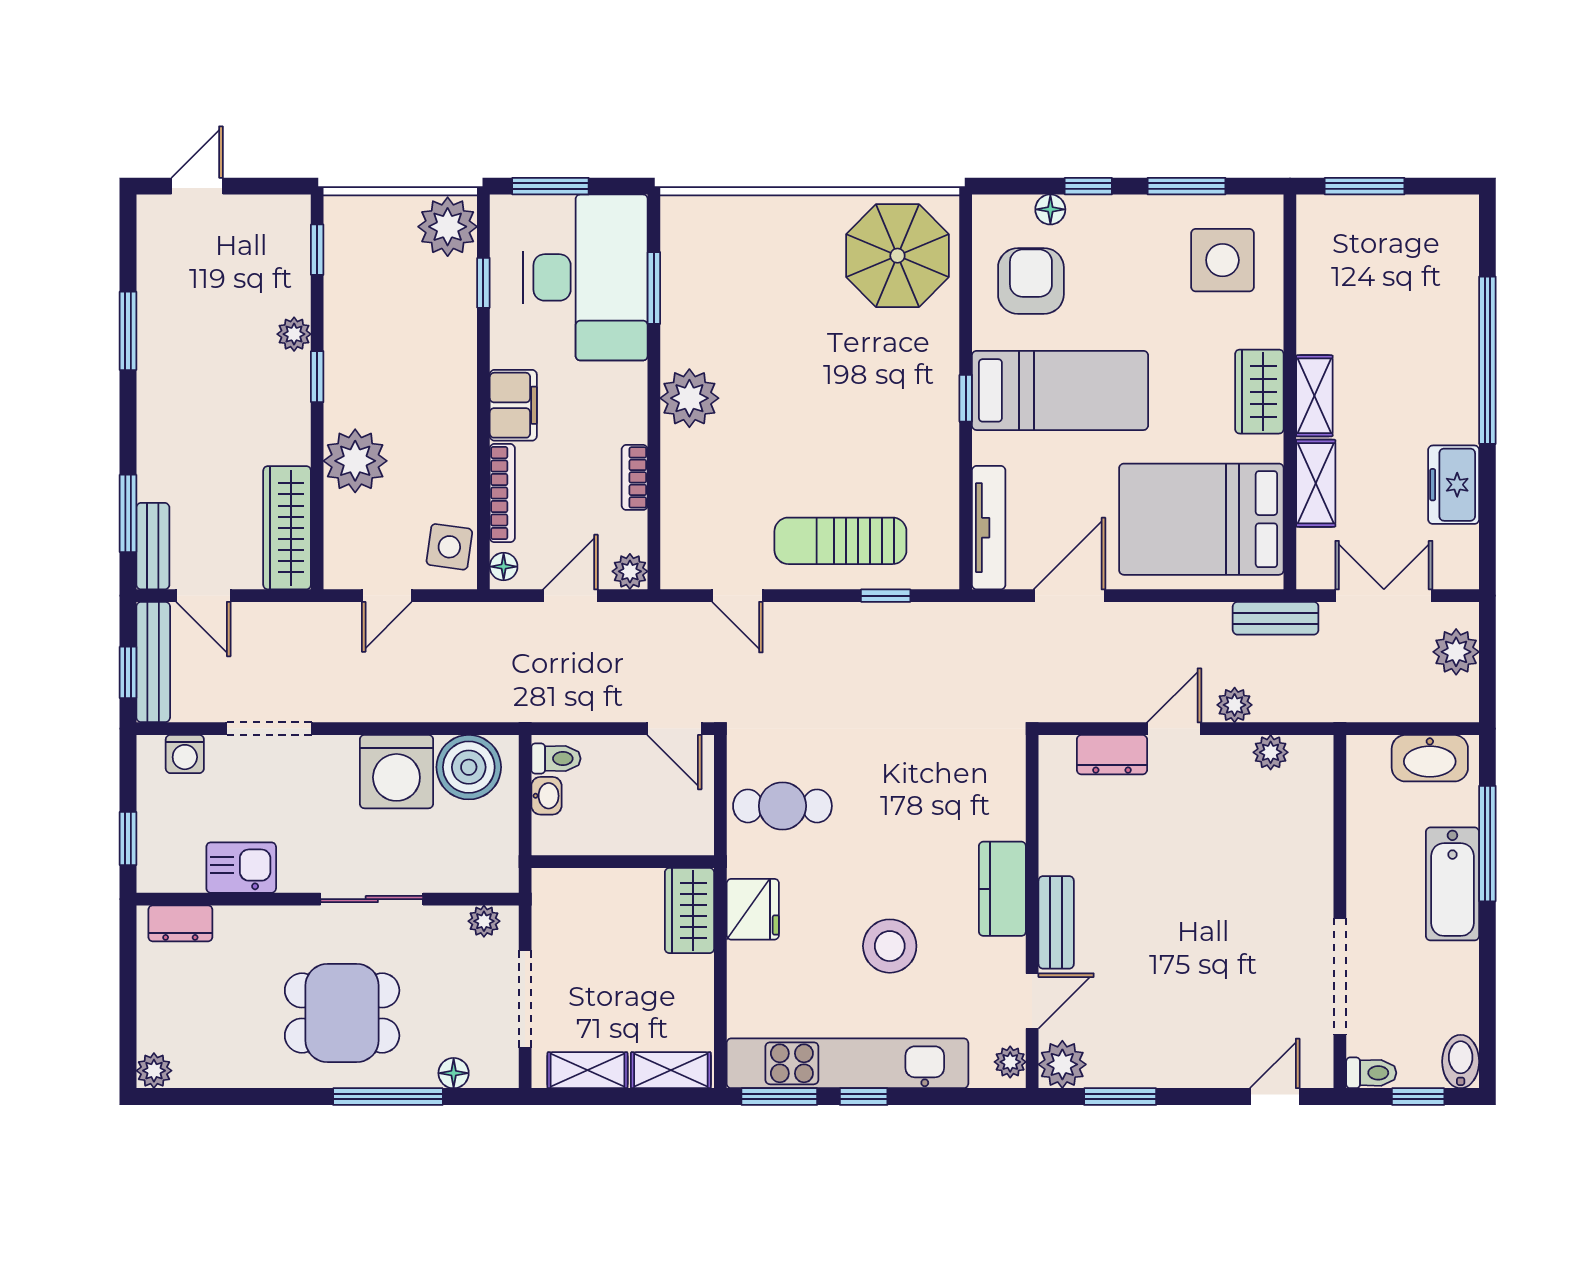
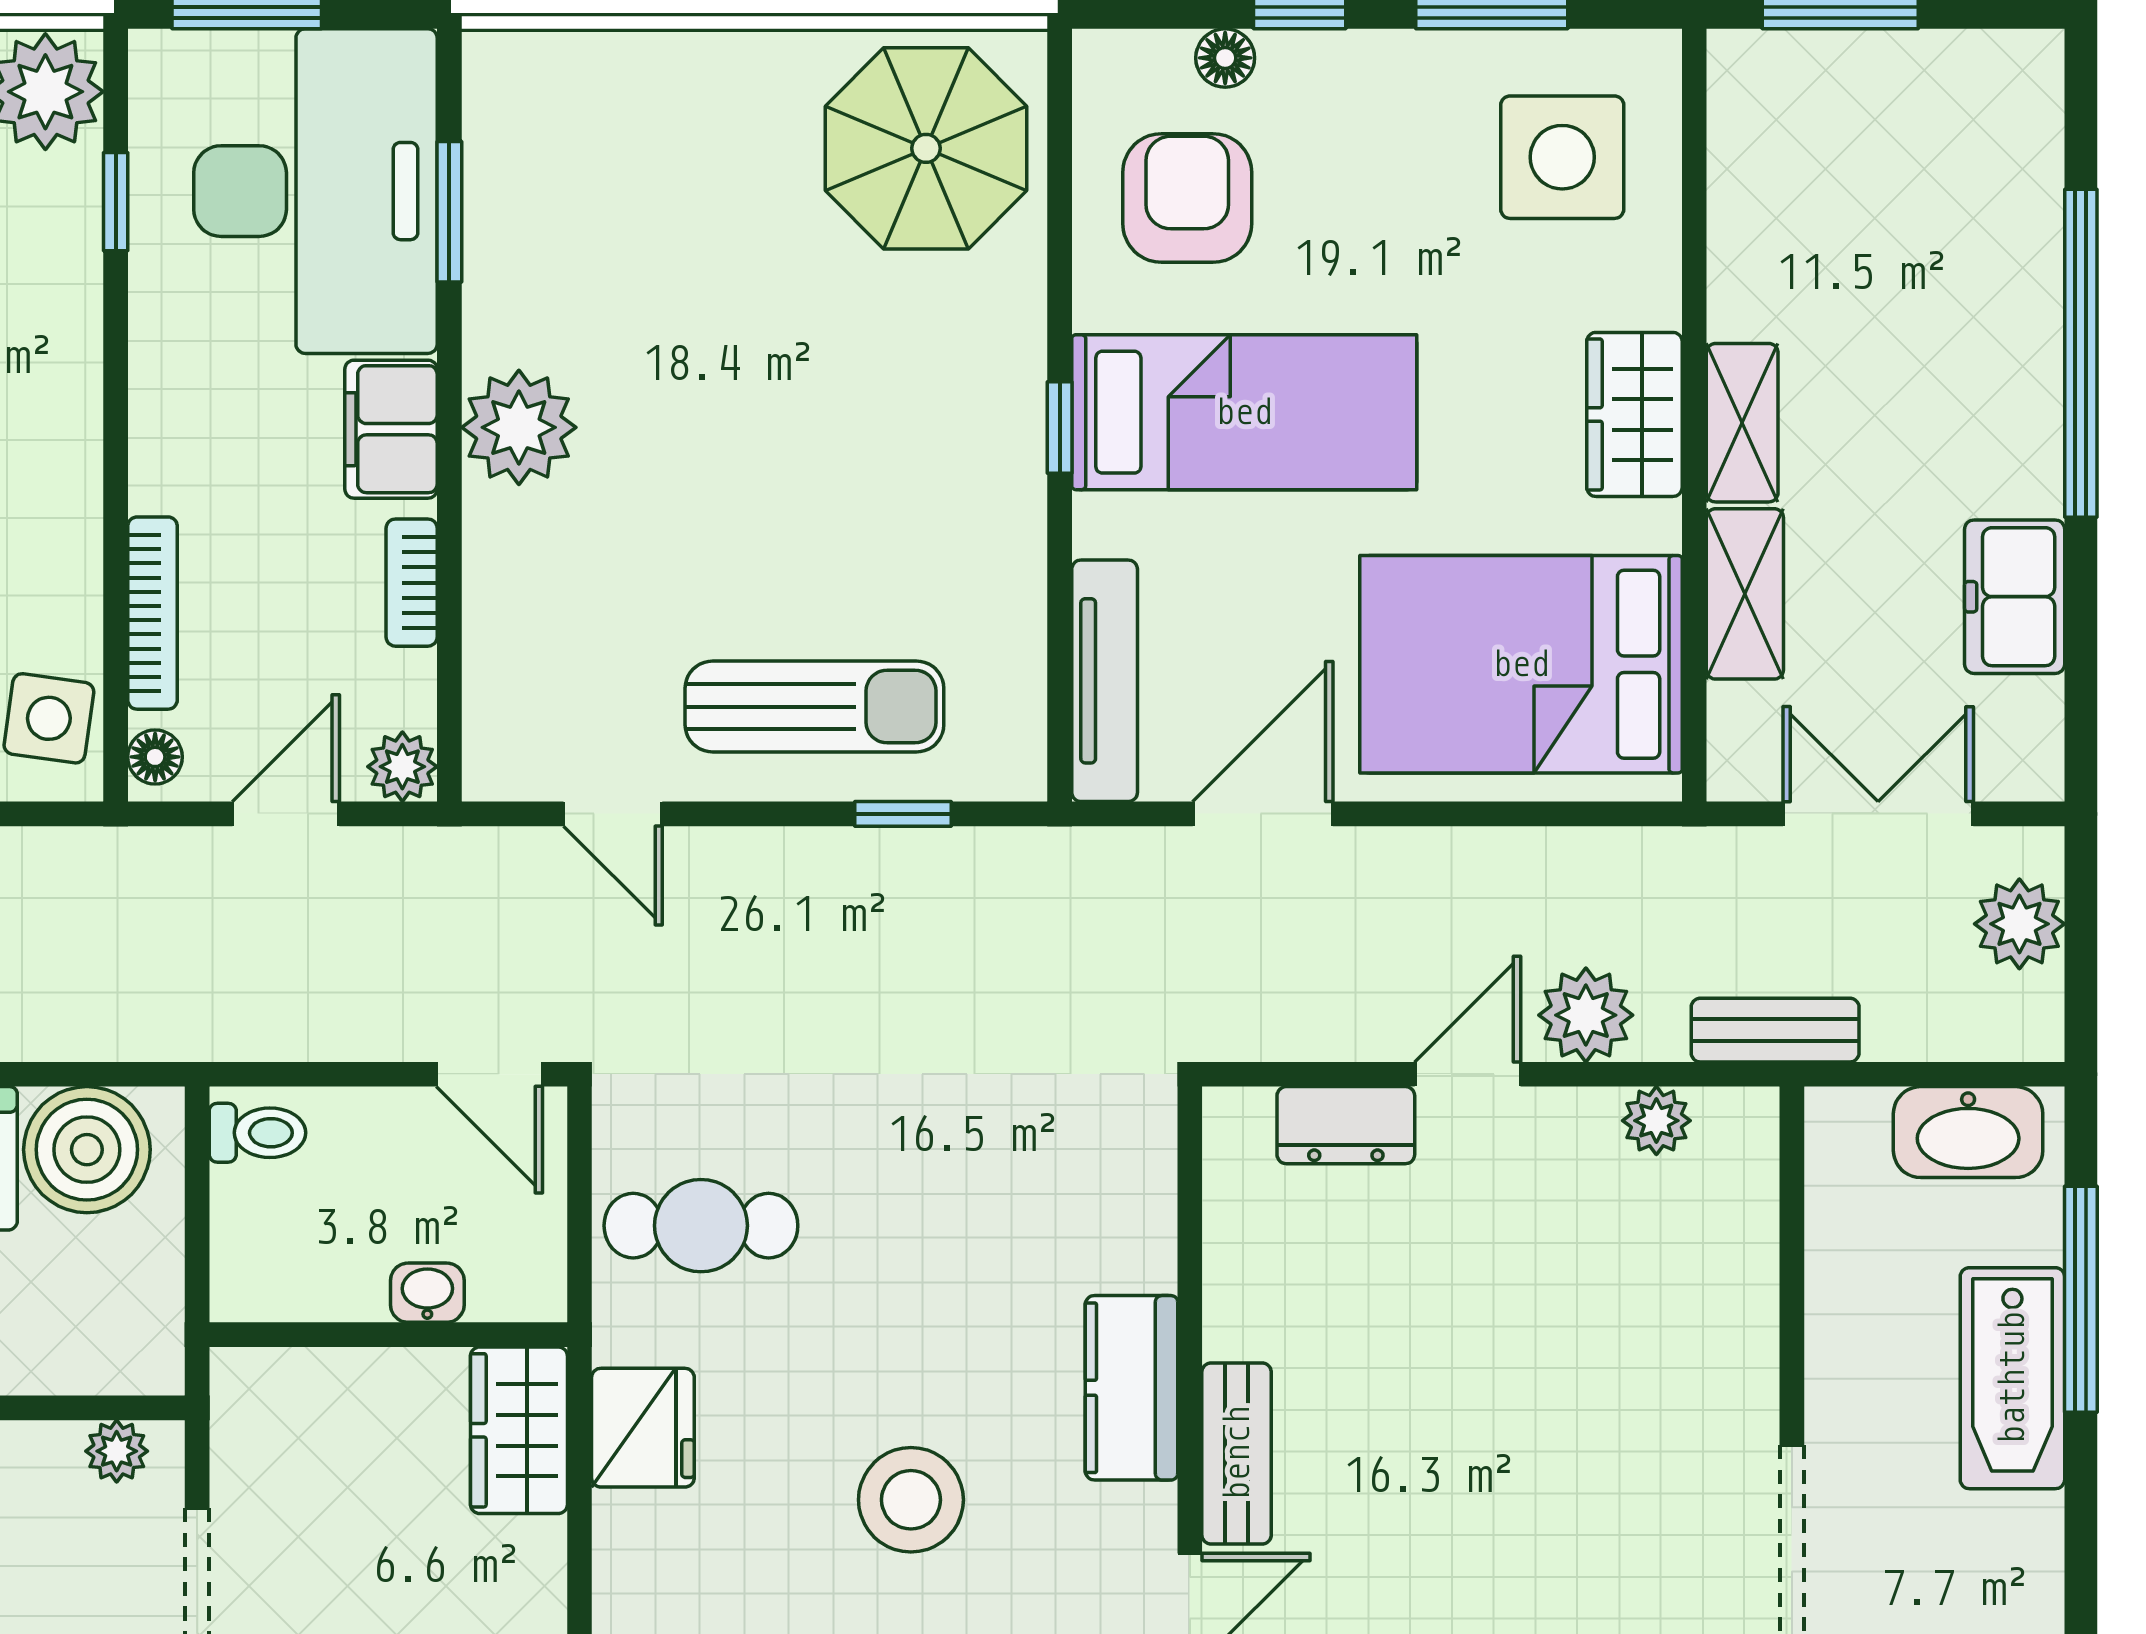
filing cabinet: (513, 405) -> (391, 429), moved, turned 180
sun lounger: (840, 541) -> (814, 707), turned 180
bench: (1276, 618) -> (1775, 1030), moved
plant: (1235, 705) -> (1586, 1015), width x1.38, depth x1.38
washbasin: (546, 796) -> (427, 1293), moved, turned -90

